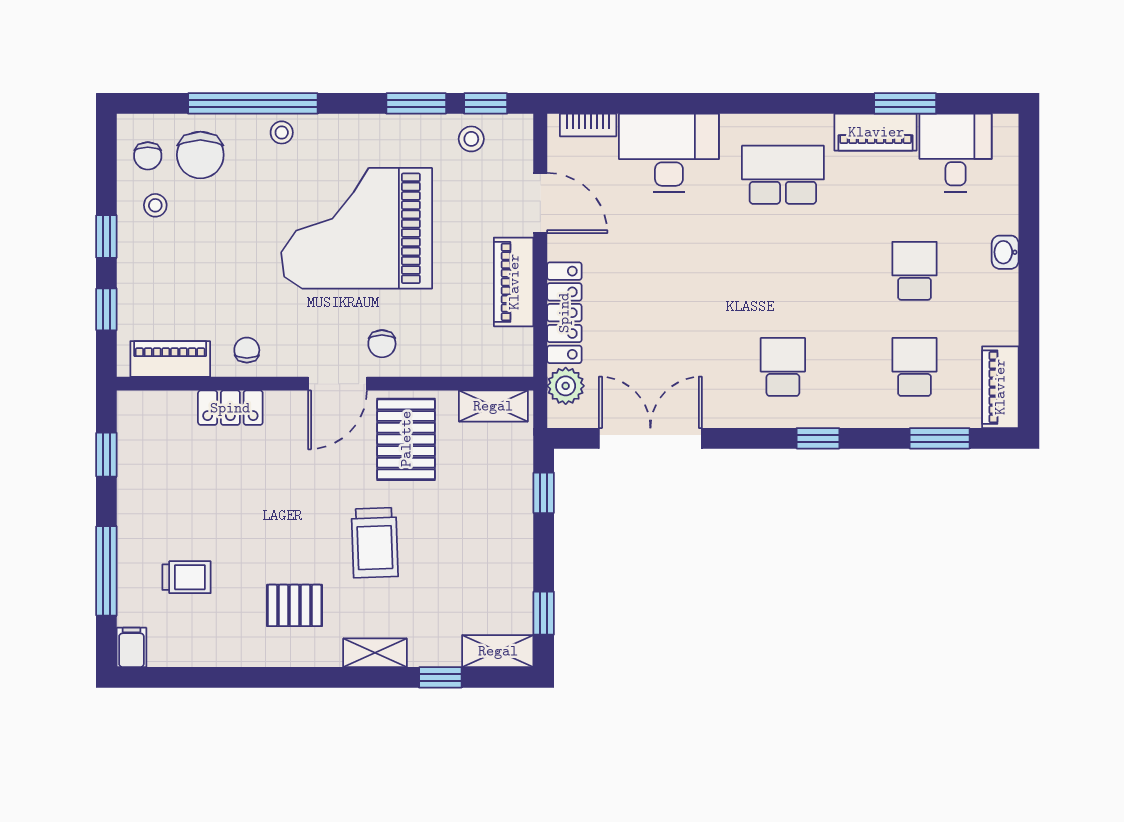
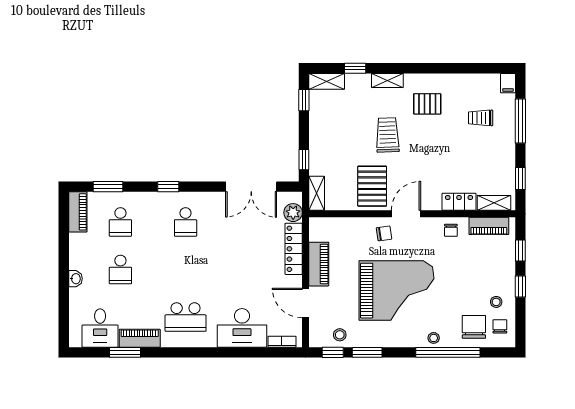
chair: (382, 344) -> (384, 233), turned 82
shelving: (160, 406) -> (494, 203), added
shelving: (493, 406) -> (317, 193), moved, turned 90

